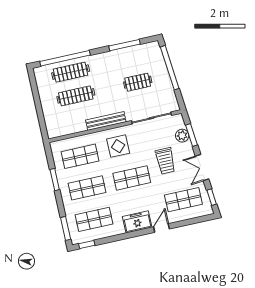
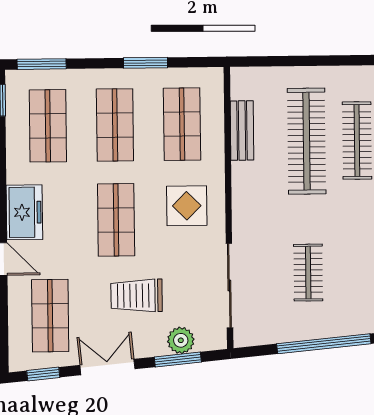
clothes rail: (76, 96) -> (307, 141), width x1.37, depth x1.31
bench: (106, 121) -> (242, 131), moved, width x0.73

